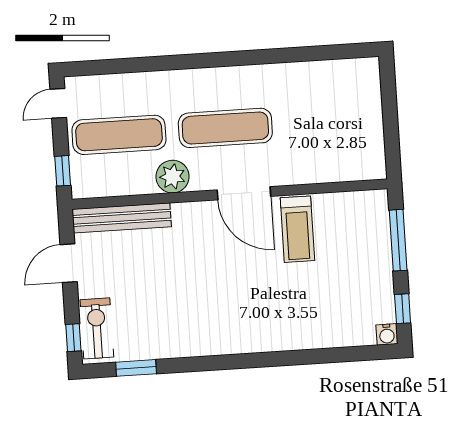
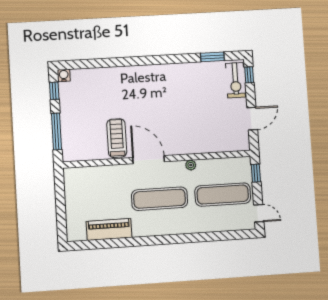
piano: (310, 77) -> (109, 229), added
door: (58, 103) -> (259, 213), hinge flipped
plant: (172, 177) -> (191, 165), width x0.53, depth x0.53
bench: (122, 218) -> (221, 145), removed

